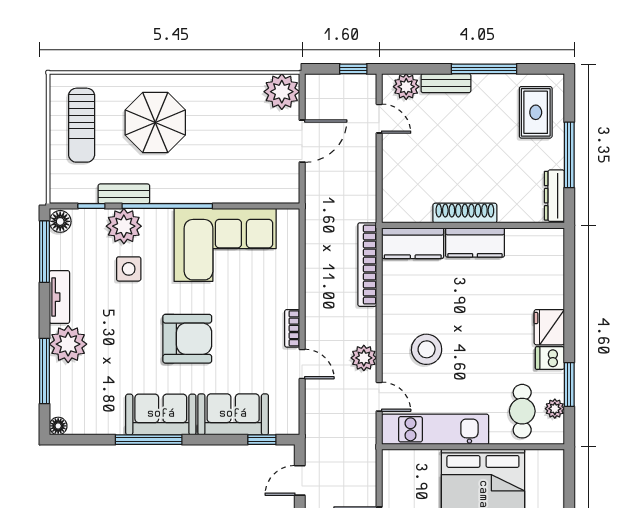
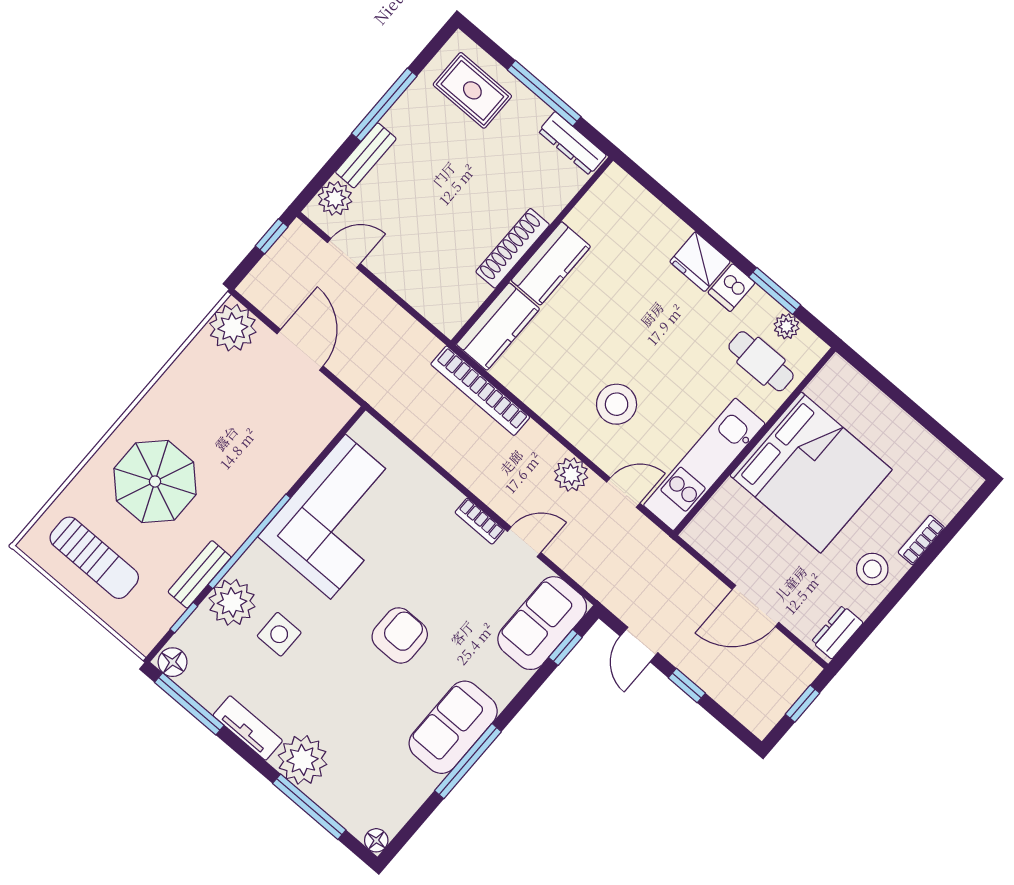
armchair: (187, 339) -> (400, 635), width x0.73, depth x0.73
sofa: (233, 414) -> (542, 623), moved

